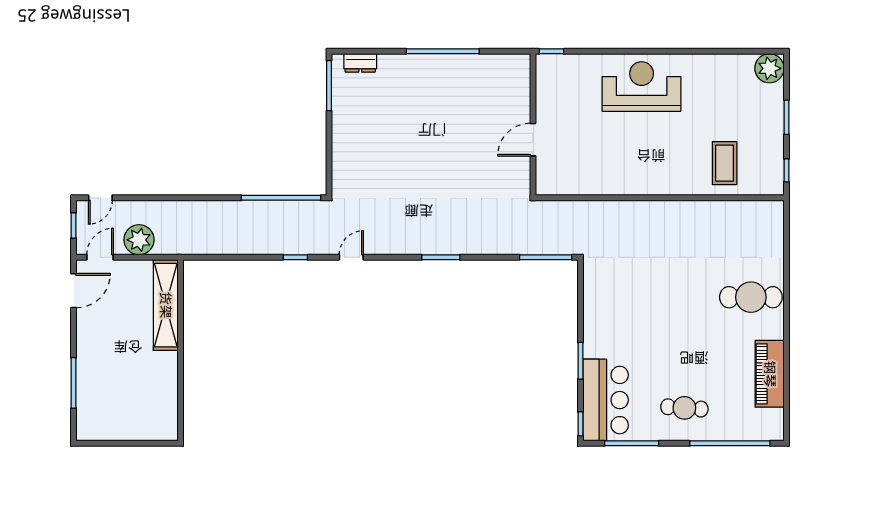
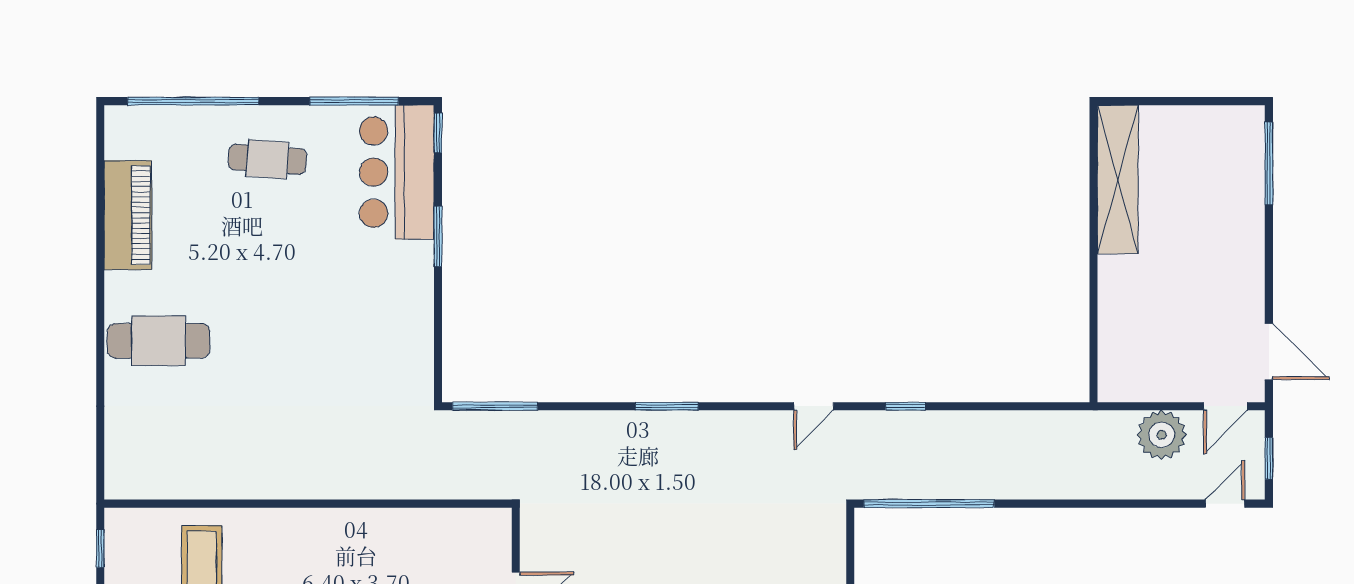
door: (74, 291) -> (1269, 351), swing flipped
shelving: (166, 305) -> (1118, 179), moved
window: (74, 383) -> (1269, 163), moved

